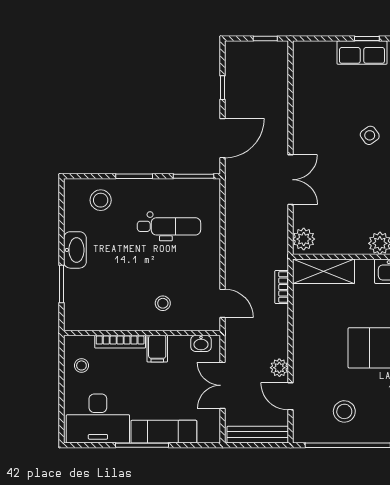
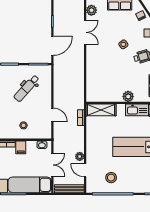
double door: (290, 180) -> (85, 32), moved
dental chair: (169, 226) -> (26, 88), turned 132
plant: (304, 239) -> (91, 10), moved
door: (223, 303) -> (52, 115), moved
double door: (223, 385) -> (52, 165), swing flipped
exam couch: (164, 432) -> (30, 185), width x1.36, depth x1.45

